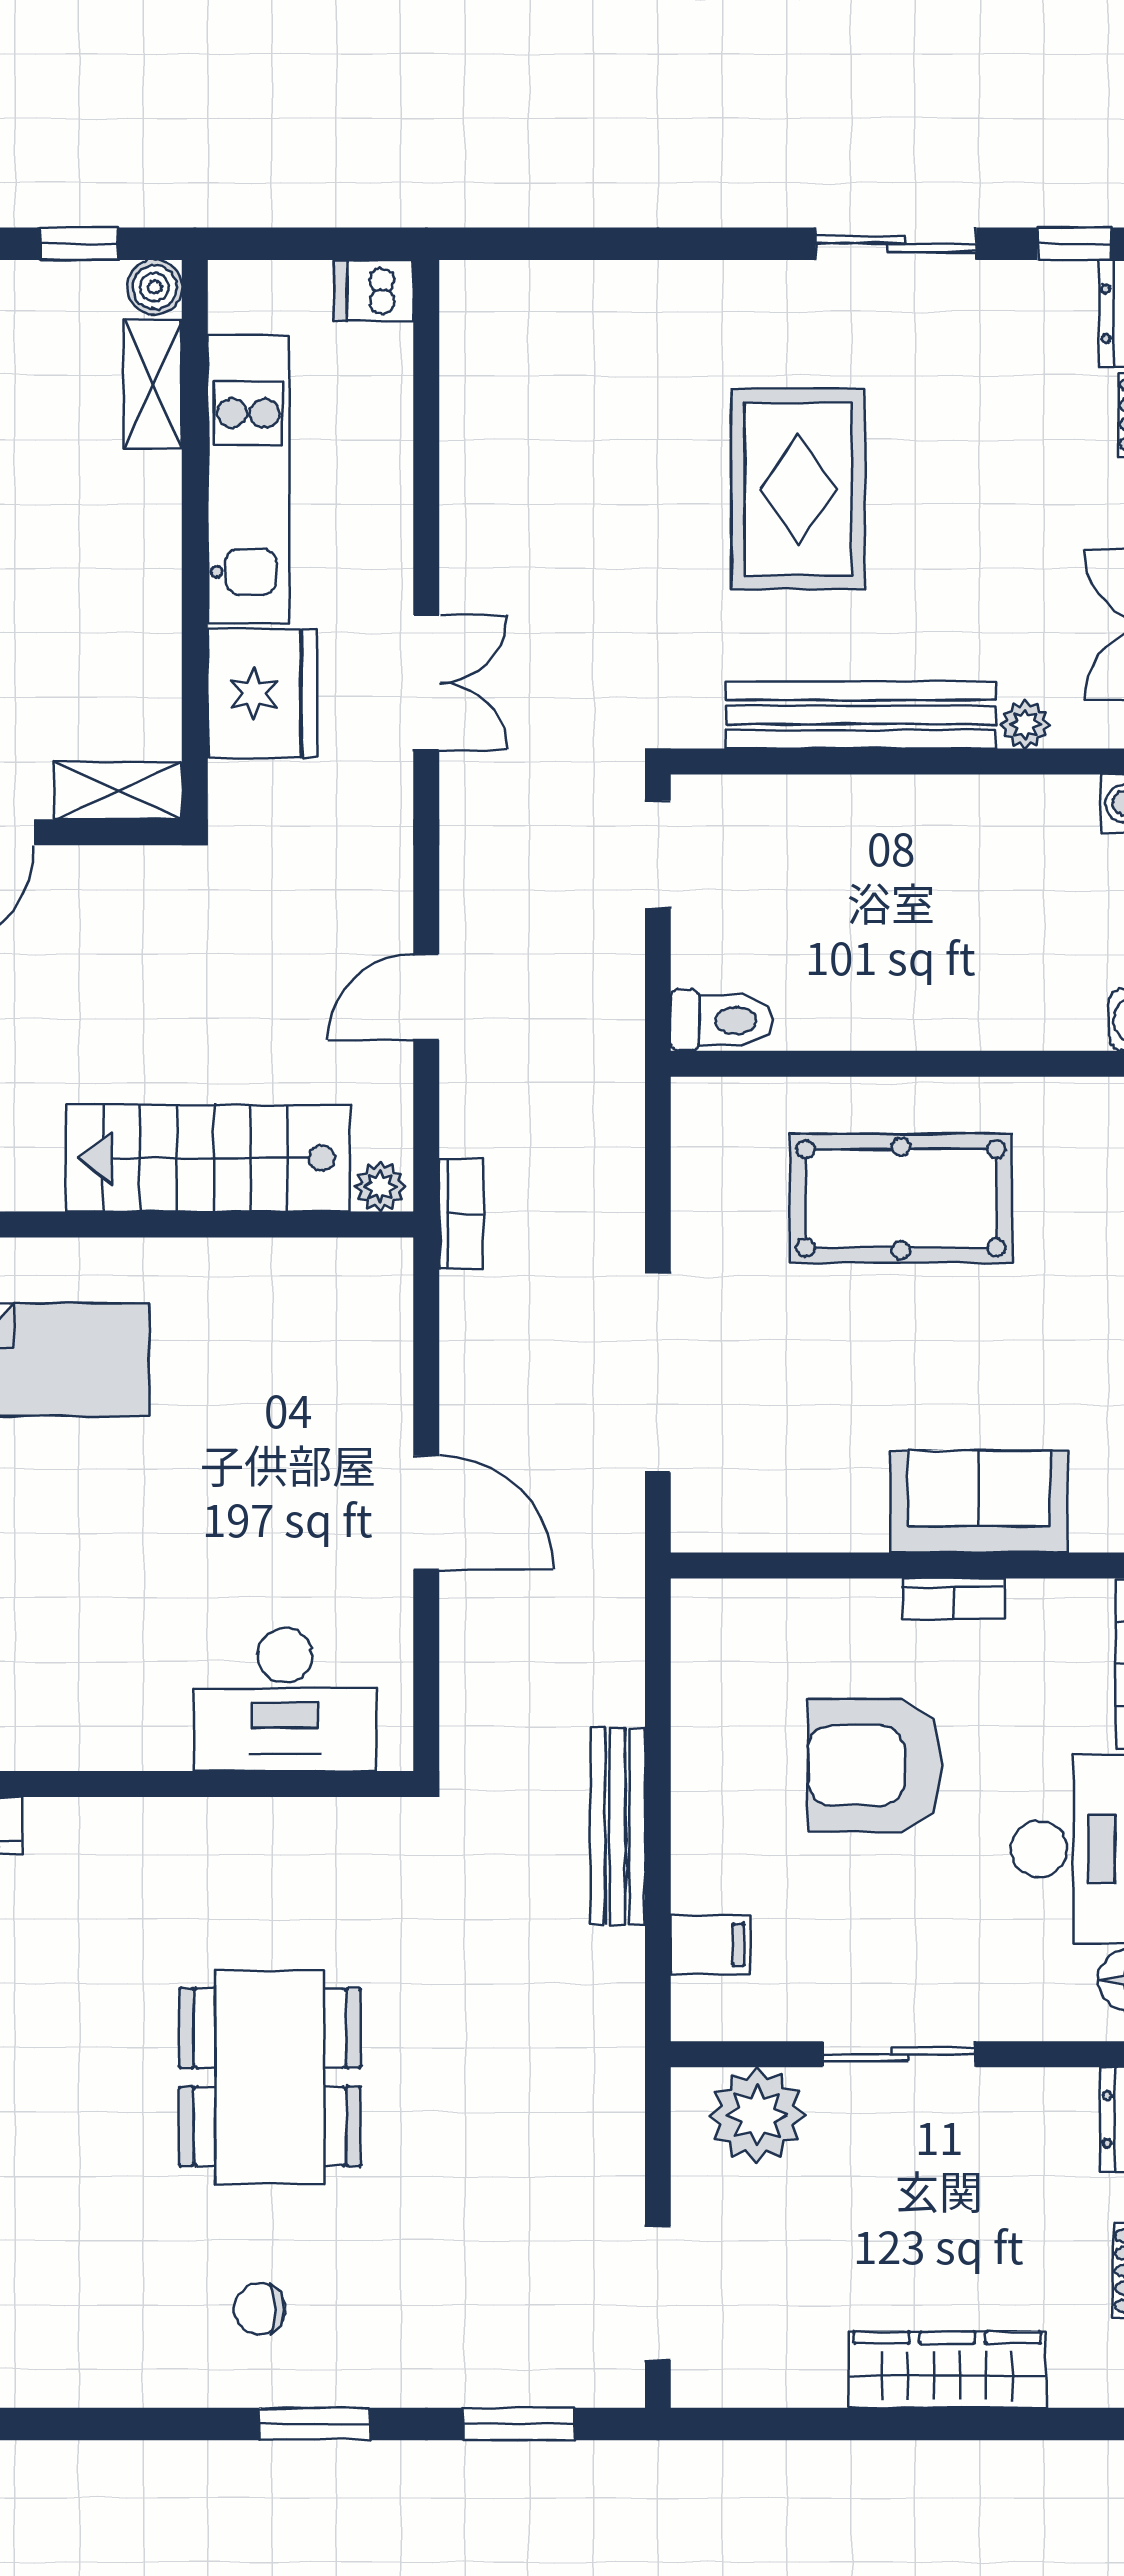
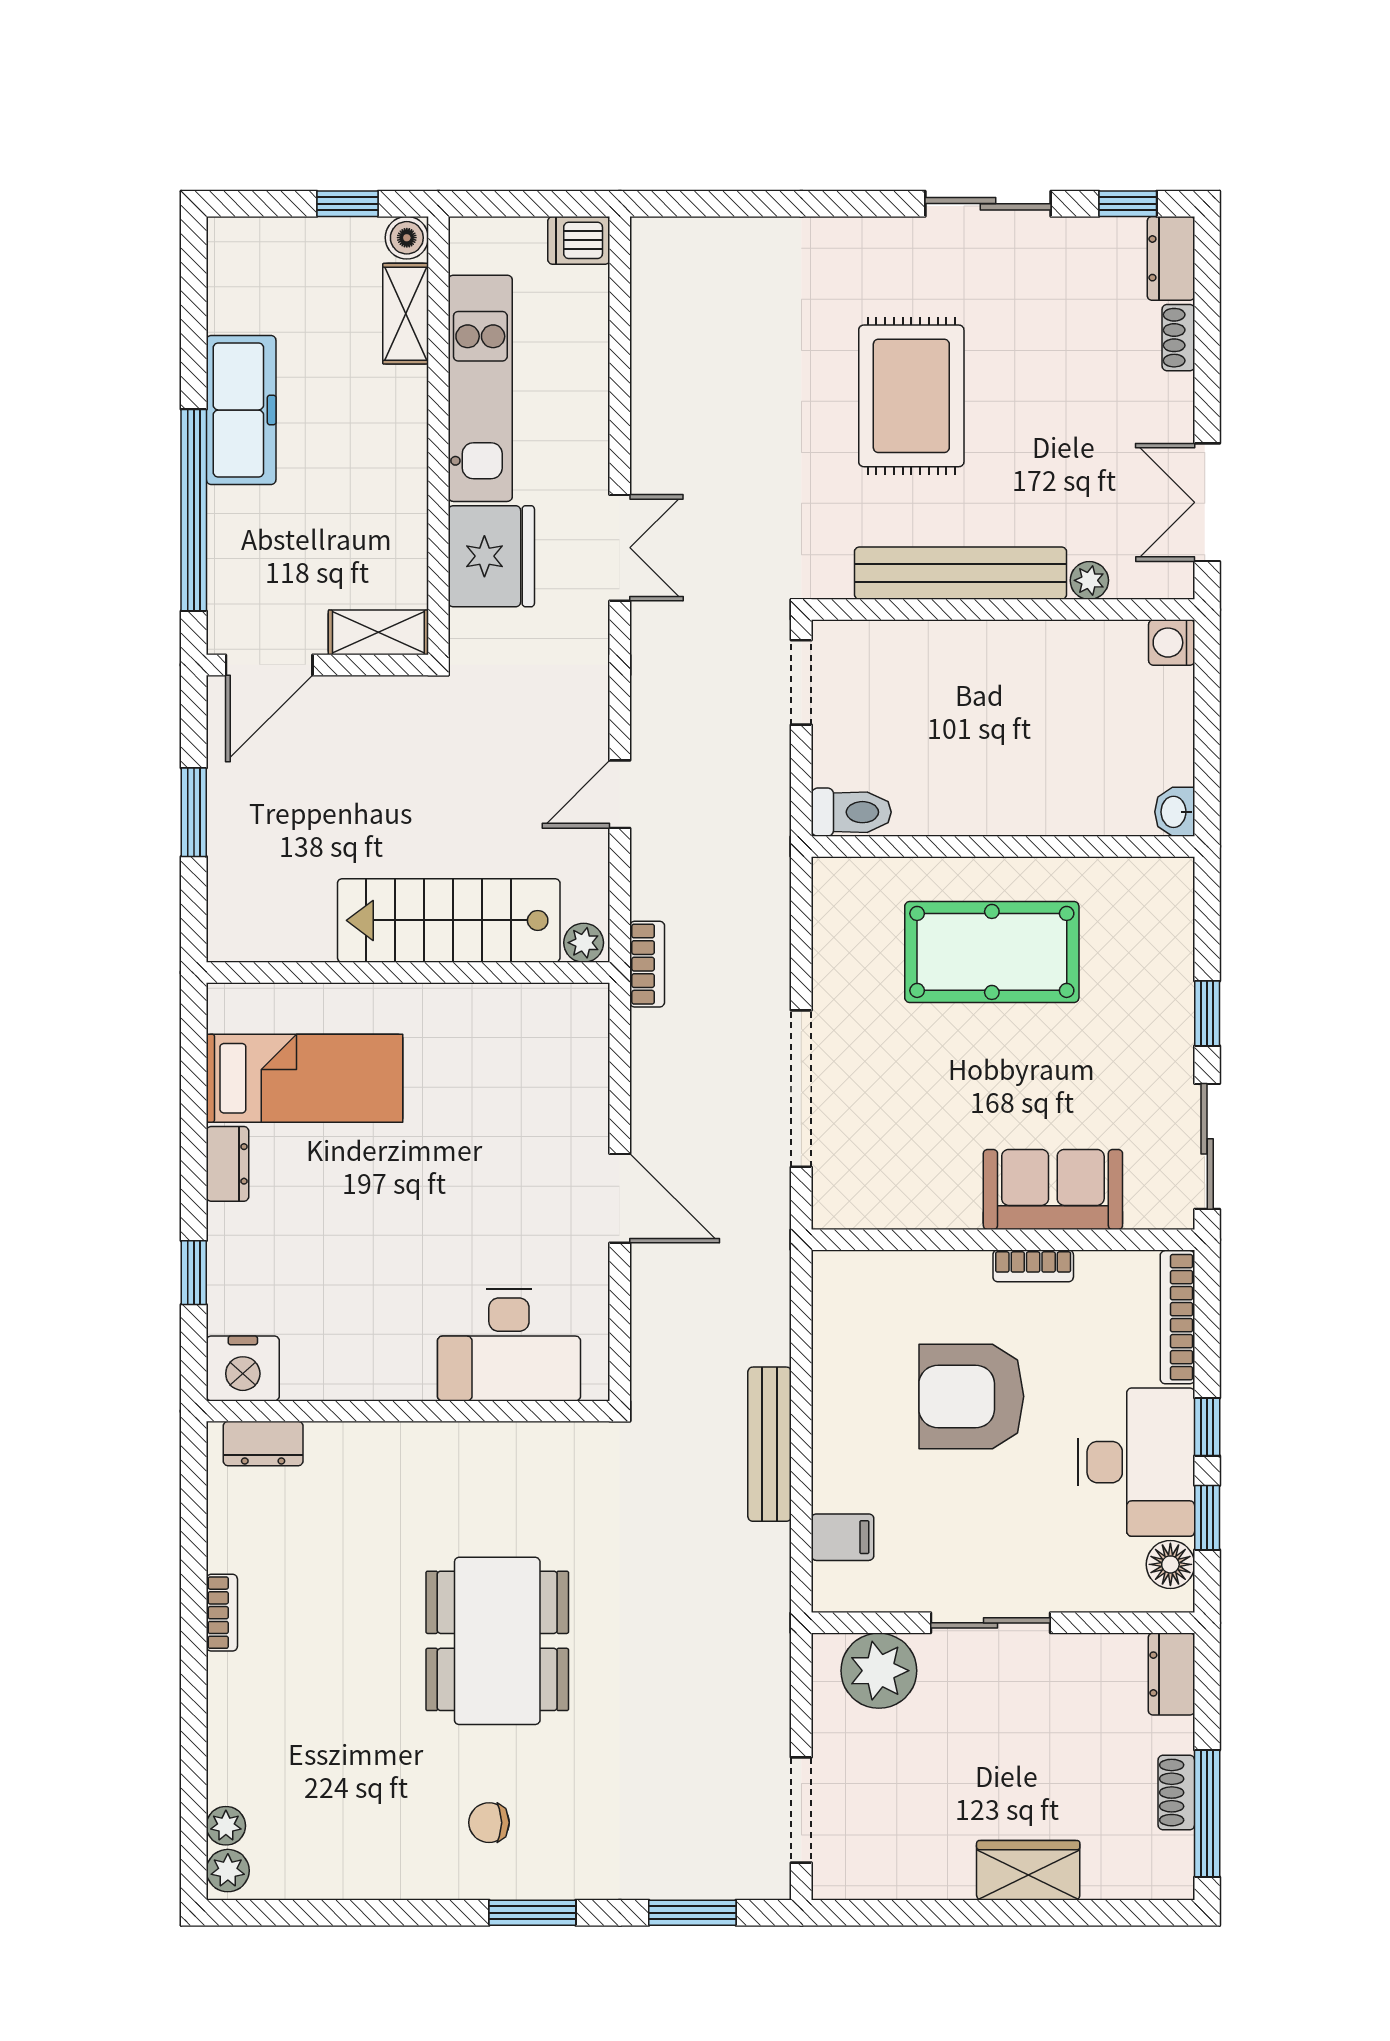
wardrobe: (947, 2370) -> (1028, 1870), width x0.67

